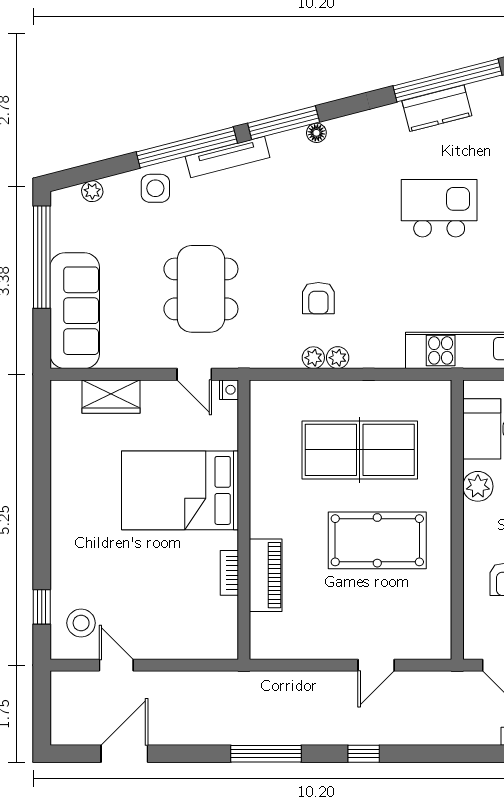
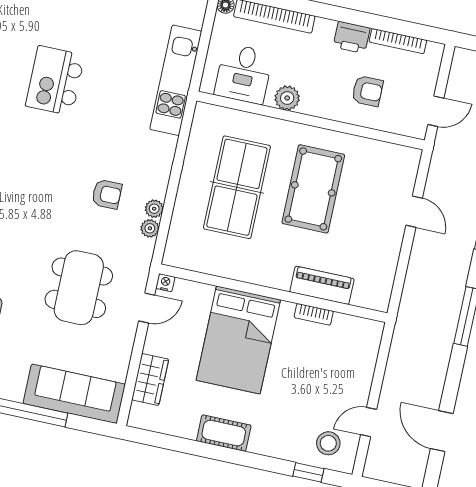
dining table: (201, 289) -> (79, 288), turned 90
plant: (338, 358) -> (150, 228), moved
cot: (66, 497) -> (224, 433), added

